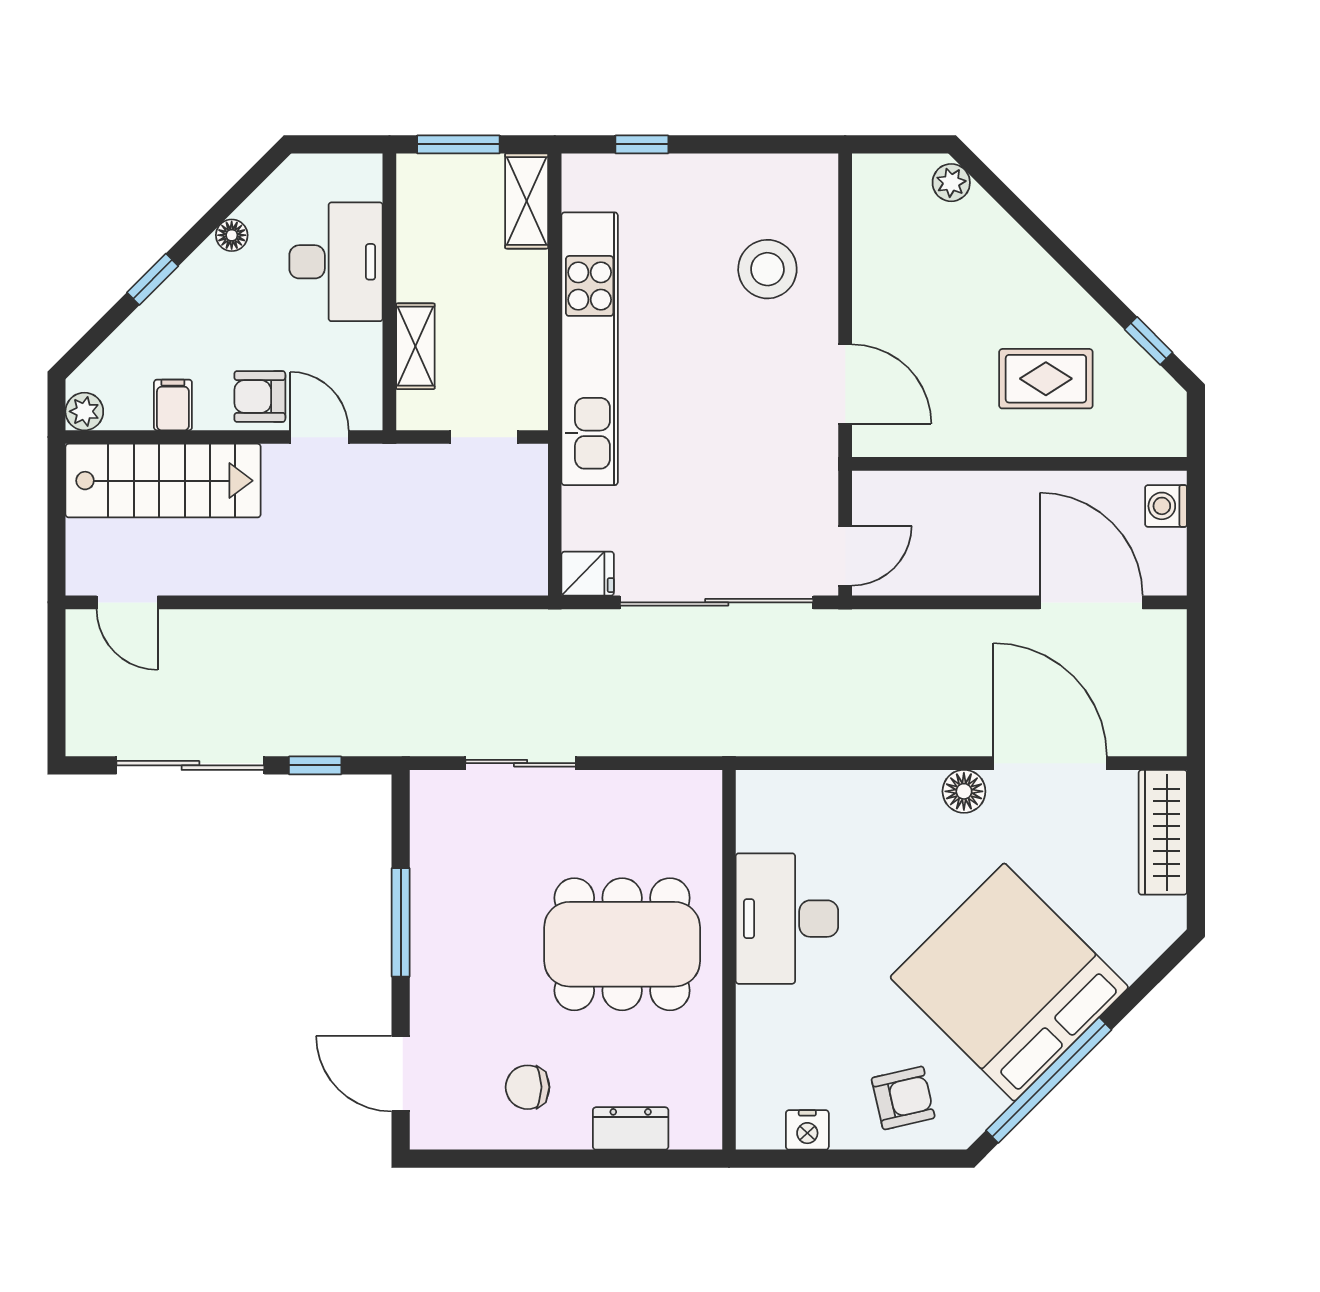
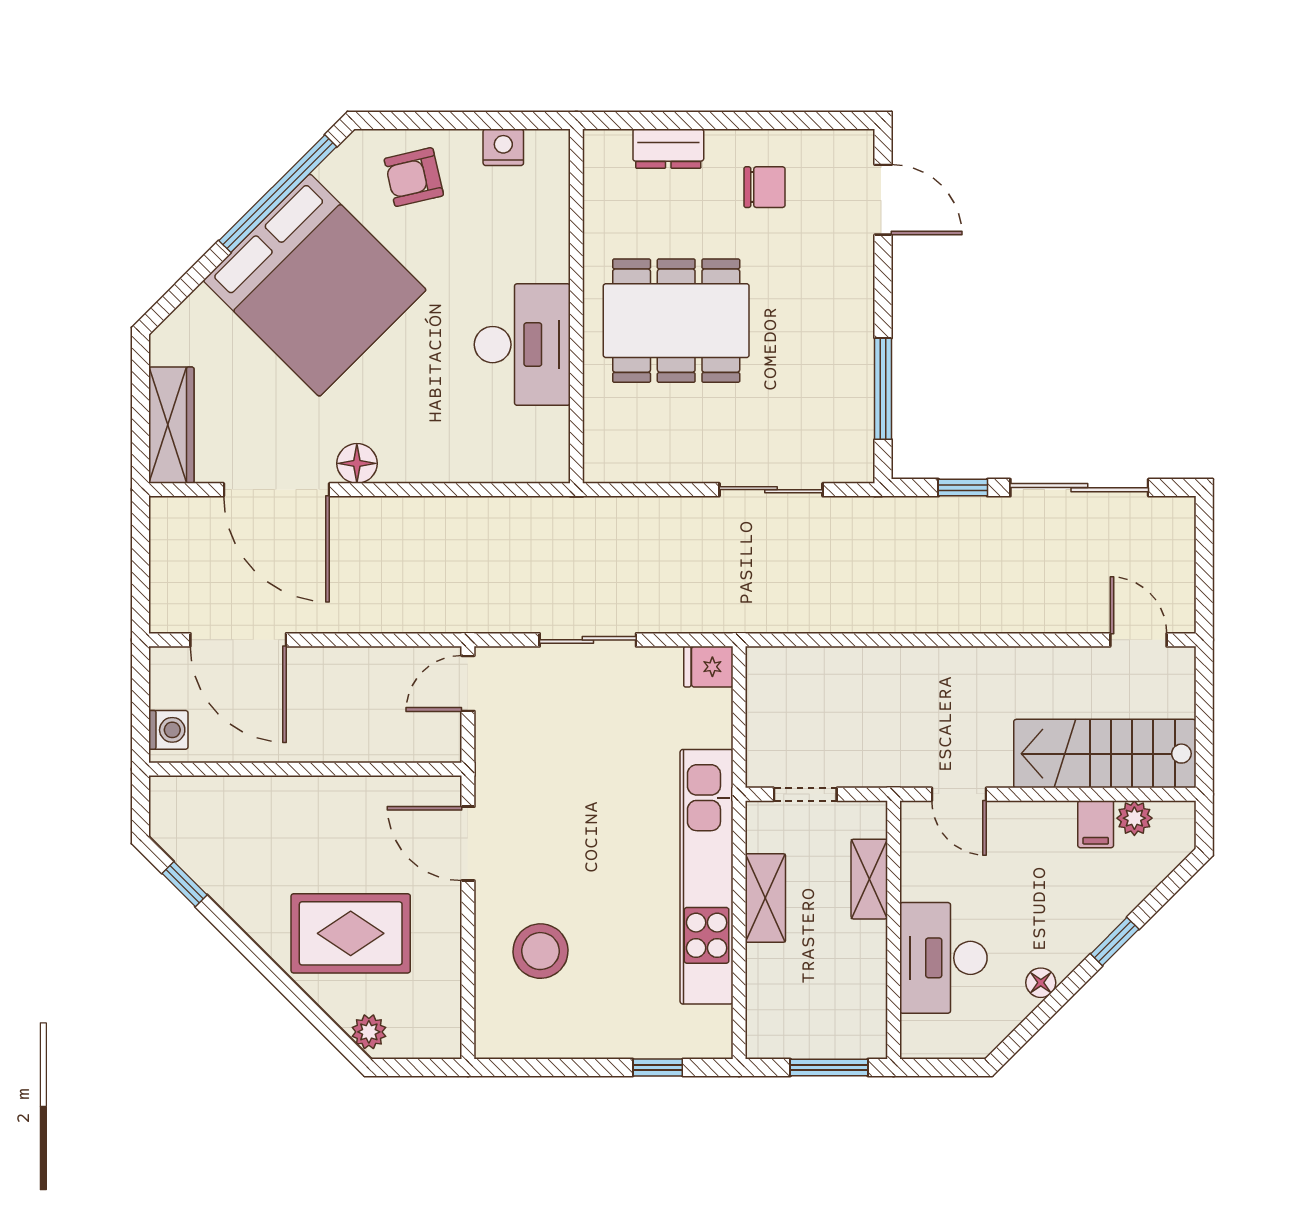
shelving: (527, 201) -> (765, 898), moved
rug: (1046, 379) -> (351, 933), moved, width x1.36, depth x1.43
armchair: (260, 397) -> (1015, 832), removed
plant: (84, 411) -> (1134, 818), moved
sliding door: (717, 602) -> (588, 640), width x0.54
window: (401, 922) -> (883, 389), moved

